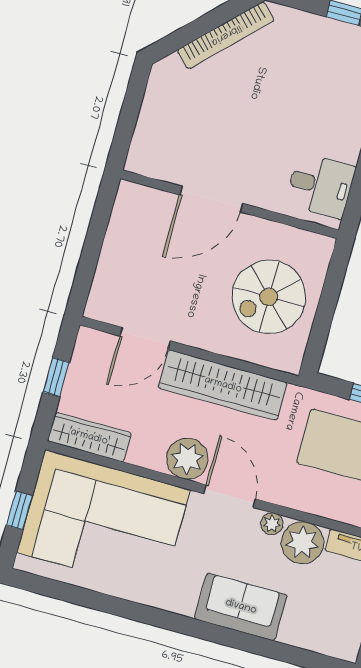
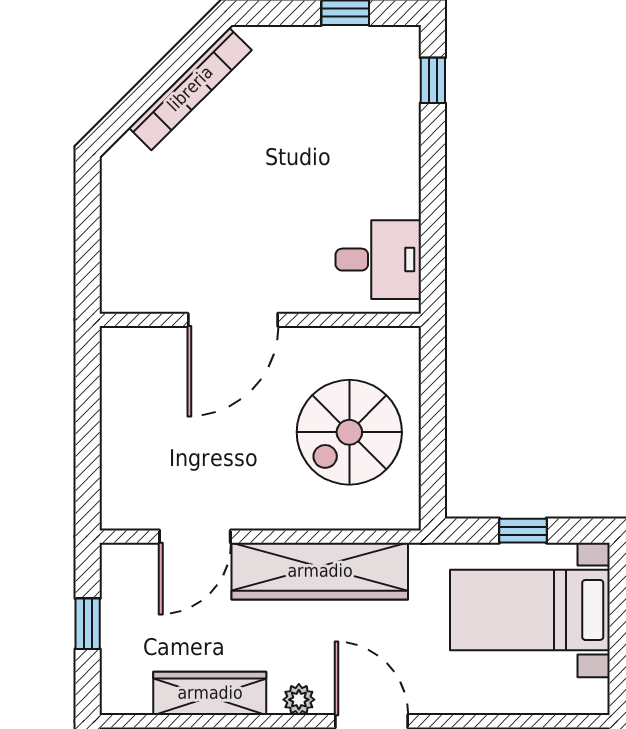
wardrobe: (89, 437) -> (210, 693), moved
plant: (187, 459) -> (299, 700), width x0.53, depth x0.53

